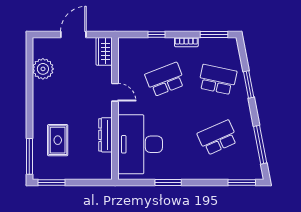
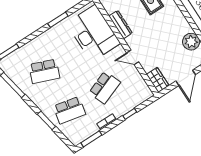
school desk: (218, 138) -> (44, 71), turned 45

